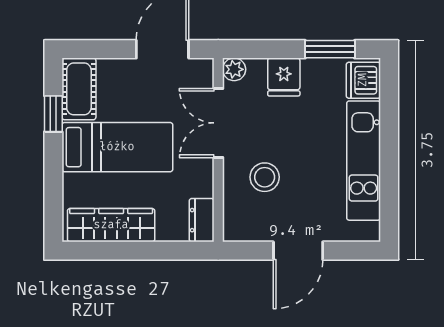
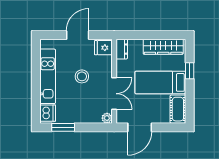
fridge: (284, 77) -> (103, 48), moved, turned -90
window: (53, 114) -> (190, 71), moved
stool: (265, 177) -> (82, 76), moved

